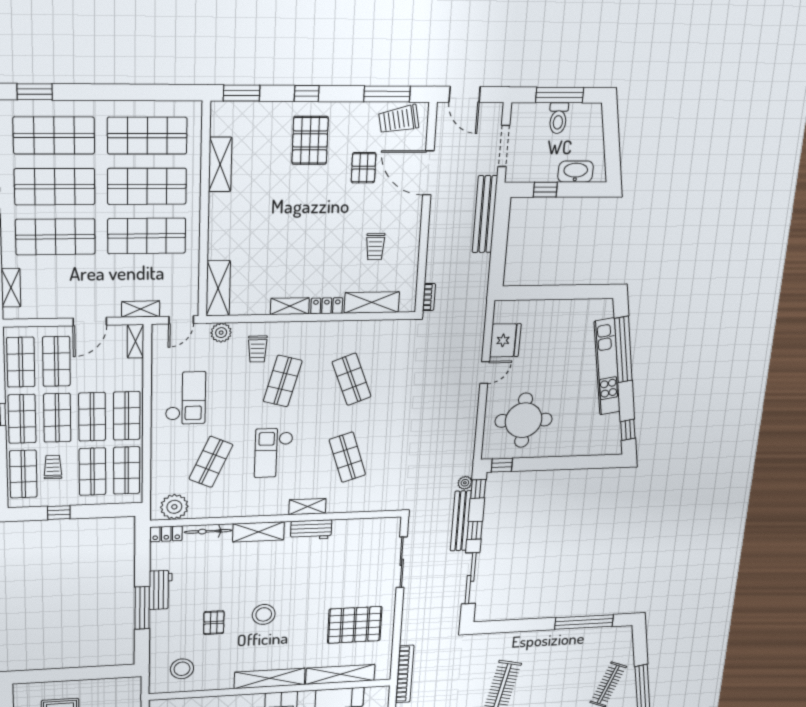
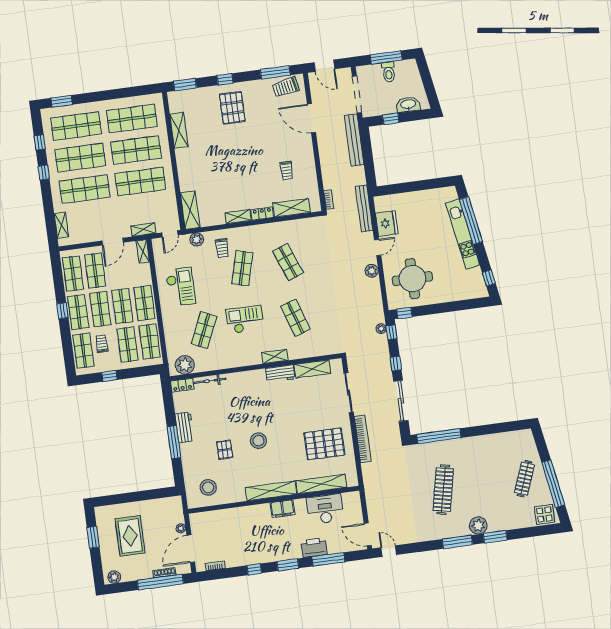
doorway: (504, 146) -> (357, 95), width x1.36
pallet: (364, 168) -> (269, 120), removed
plant: (469, 404) -> (372, 271), added
checkout: (274, 453) -> (245, 319), turned 90
bench: (461, 521) -> (364, 208), moved
shelving: (258, 532) -> (312, 369), moved
window: (584, 622) -> (439, 436), moved
bookcase: (405, 674) -> (363, 439), moved

